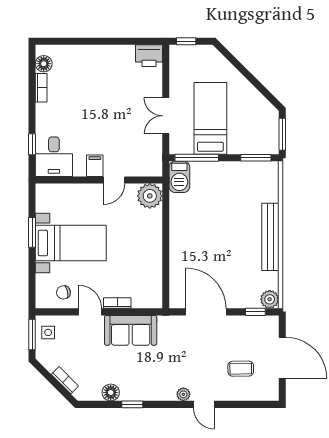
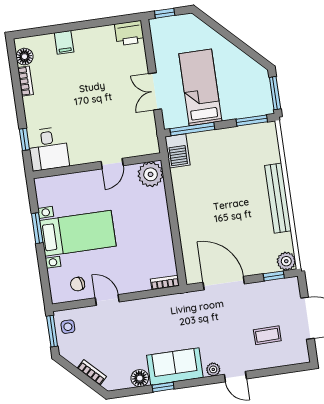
filing cabinet: (95, 166) -> (64, 42), moved, turned 180
bookcase: (117, 303) -> (165, 282), moved
sofa: (131, 330) -> (175, 366), moved, turned 180

